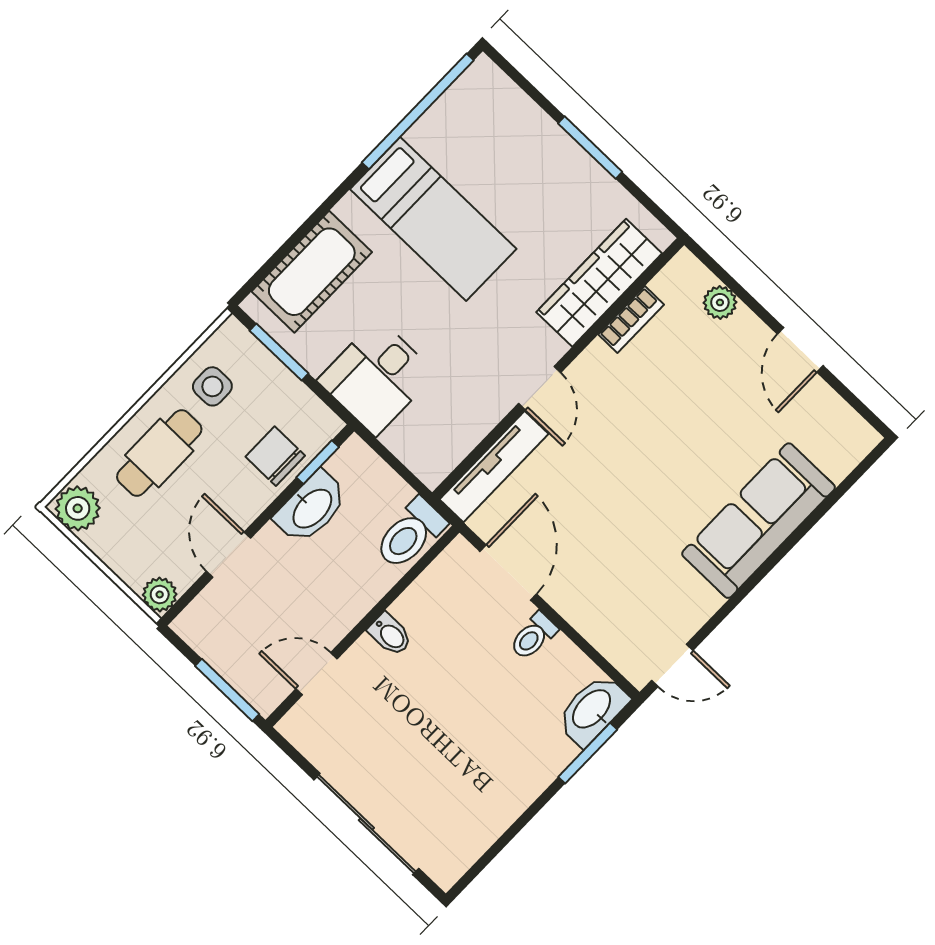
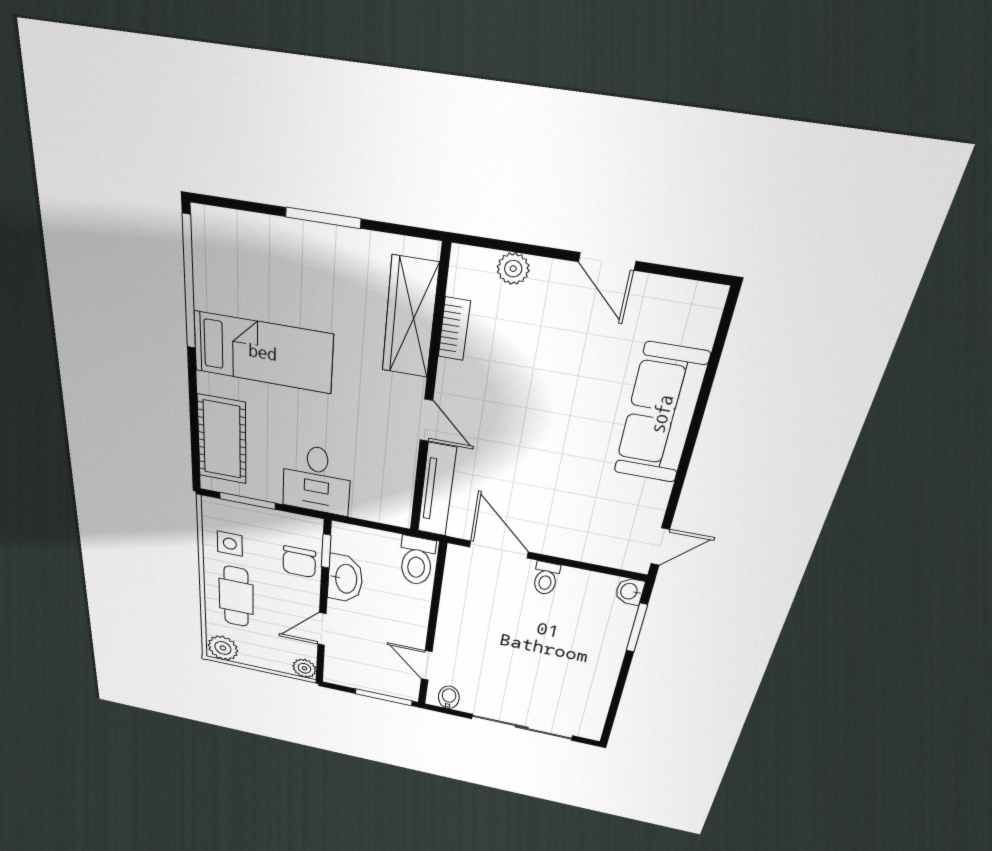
chair: (275, 456) -> (299, 562), turned -90
door: (229, 555) -> (322, 629), hinge flipped
bidet: (390, 634) -> (449, 697), moved, turned -90
door: (317, 674) -> (427, 665), hinge flipped
washbasin: (592, 710) -> (630, 591), width x0.52, depth x0.69

